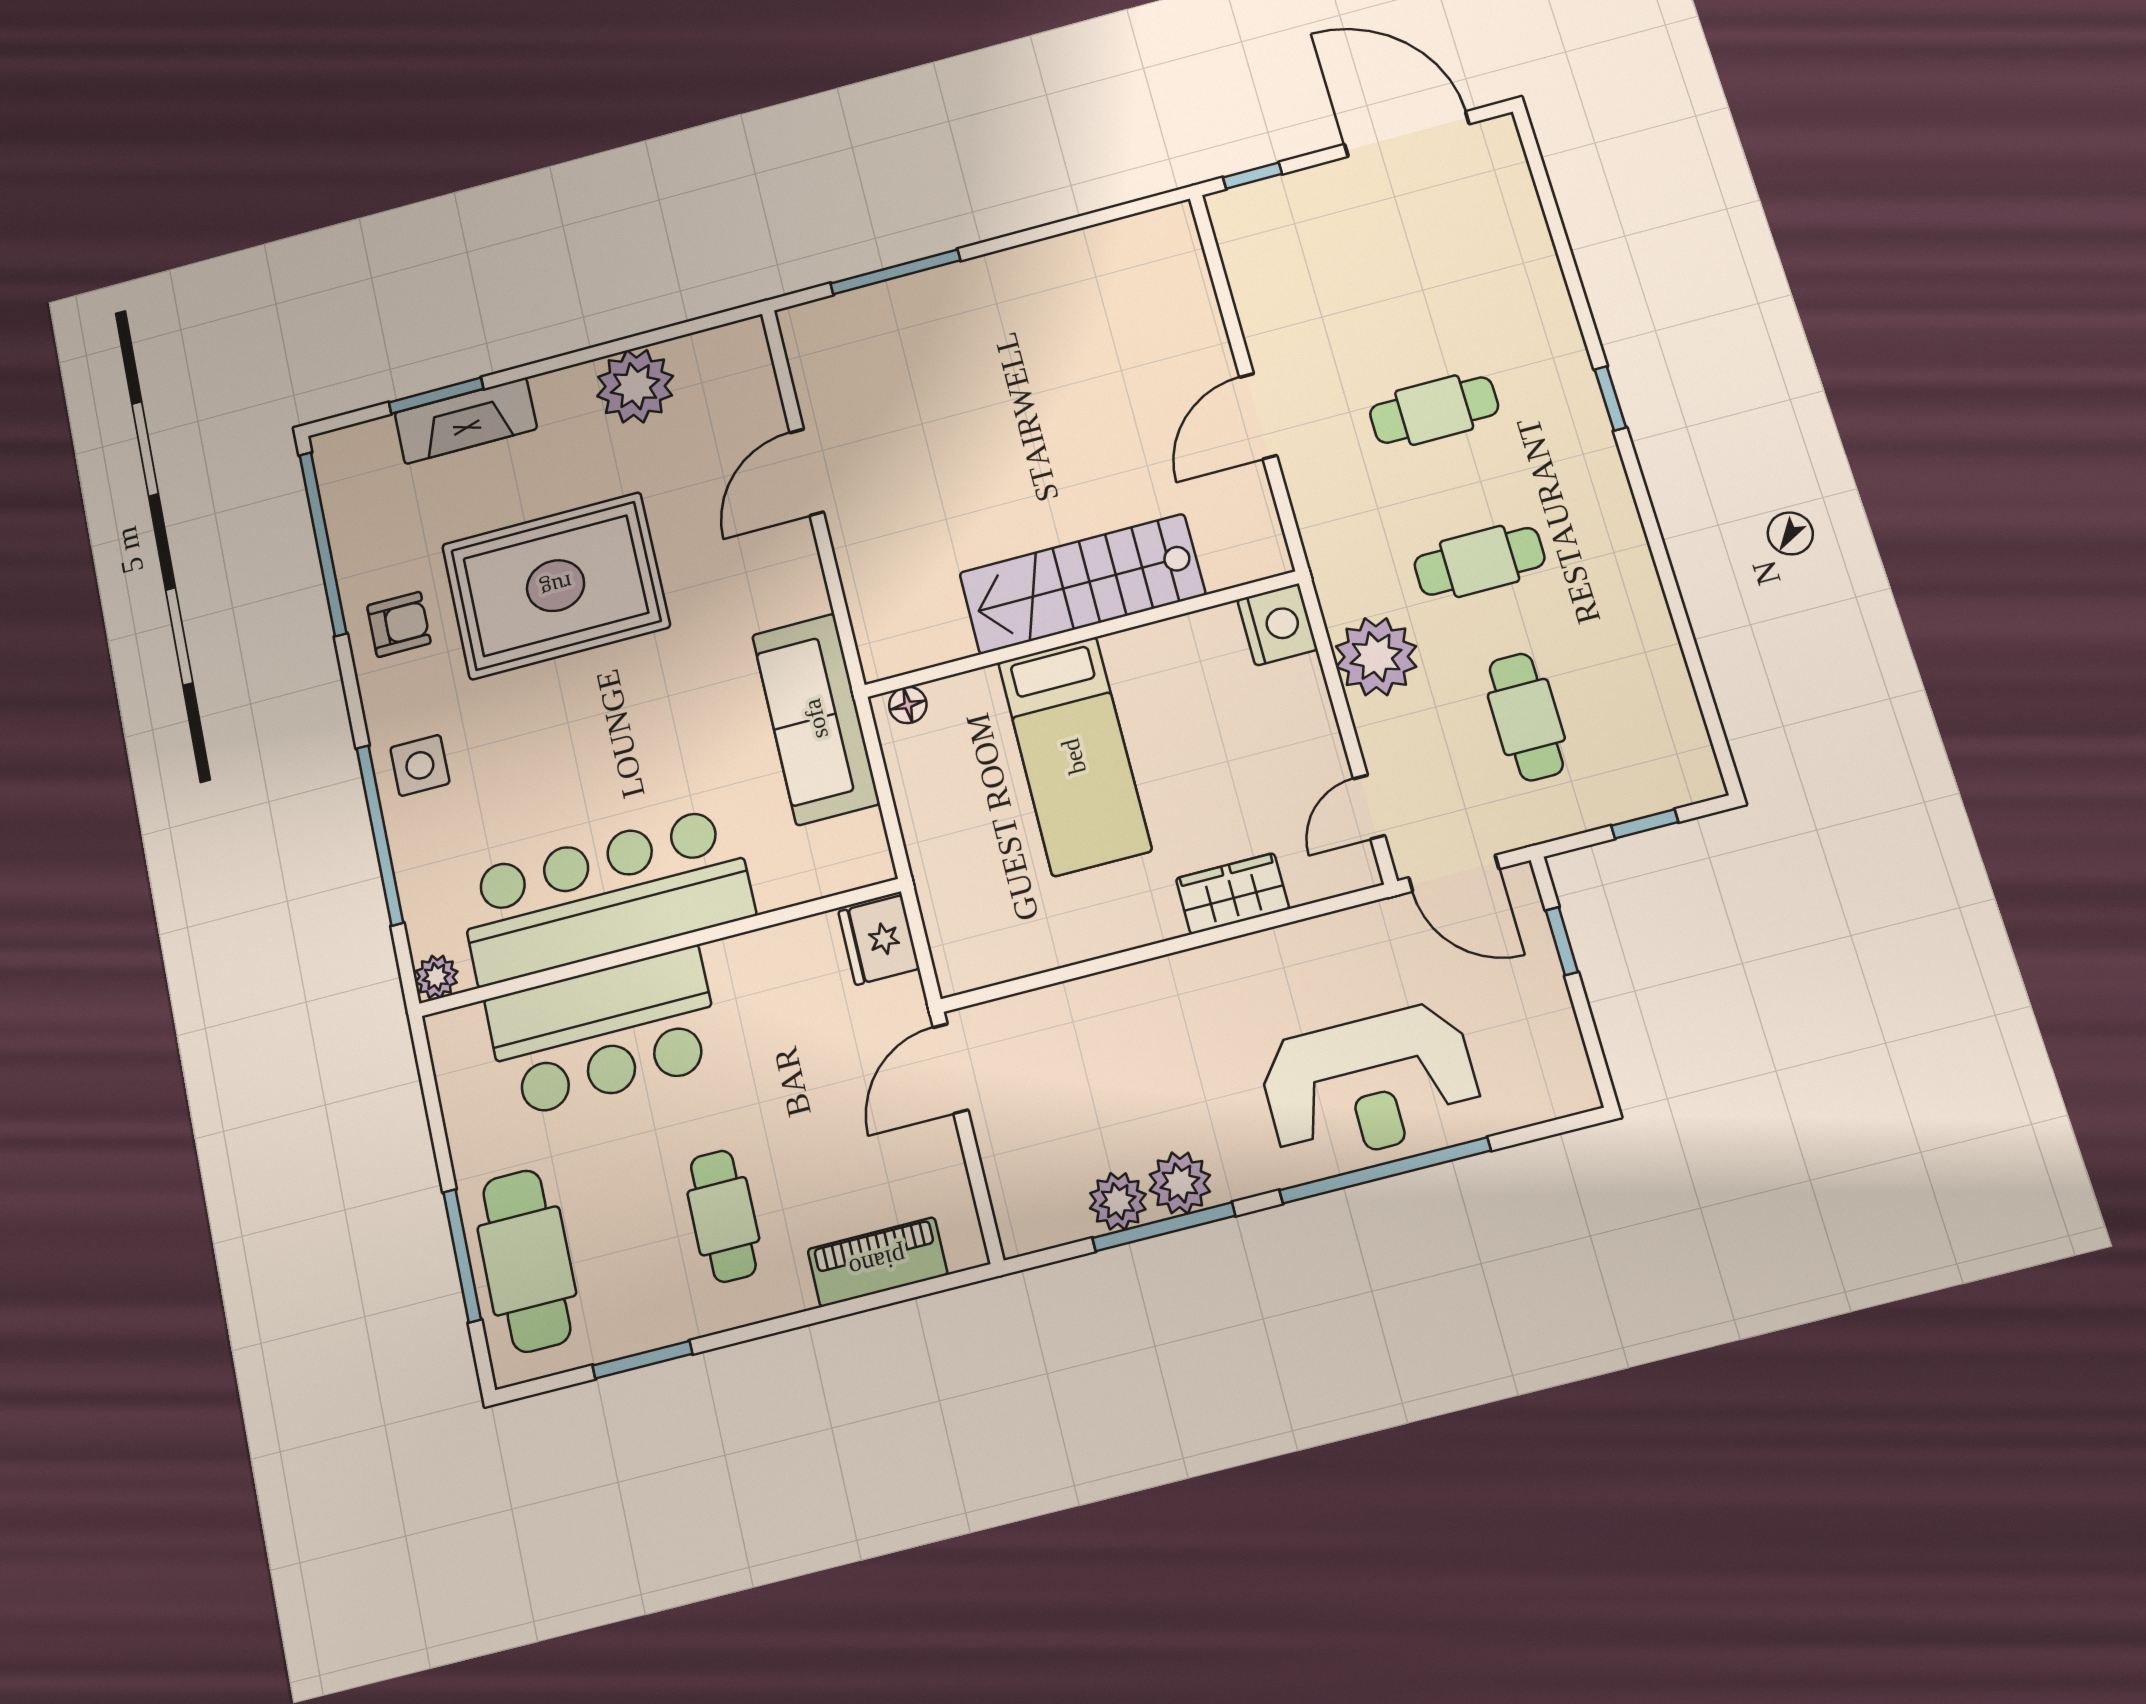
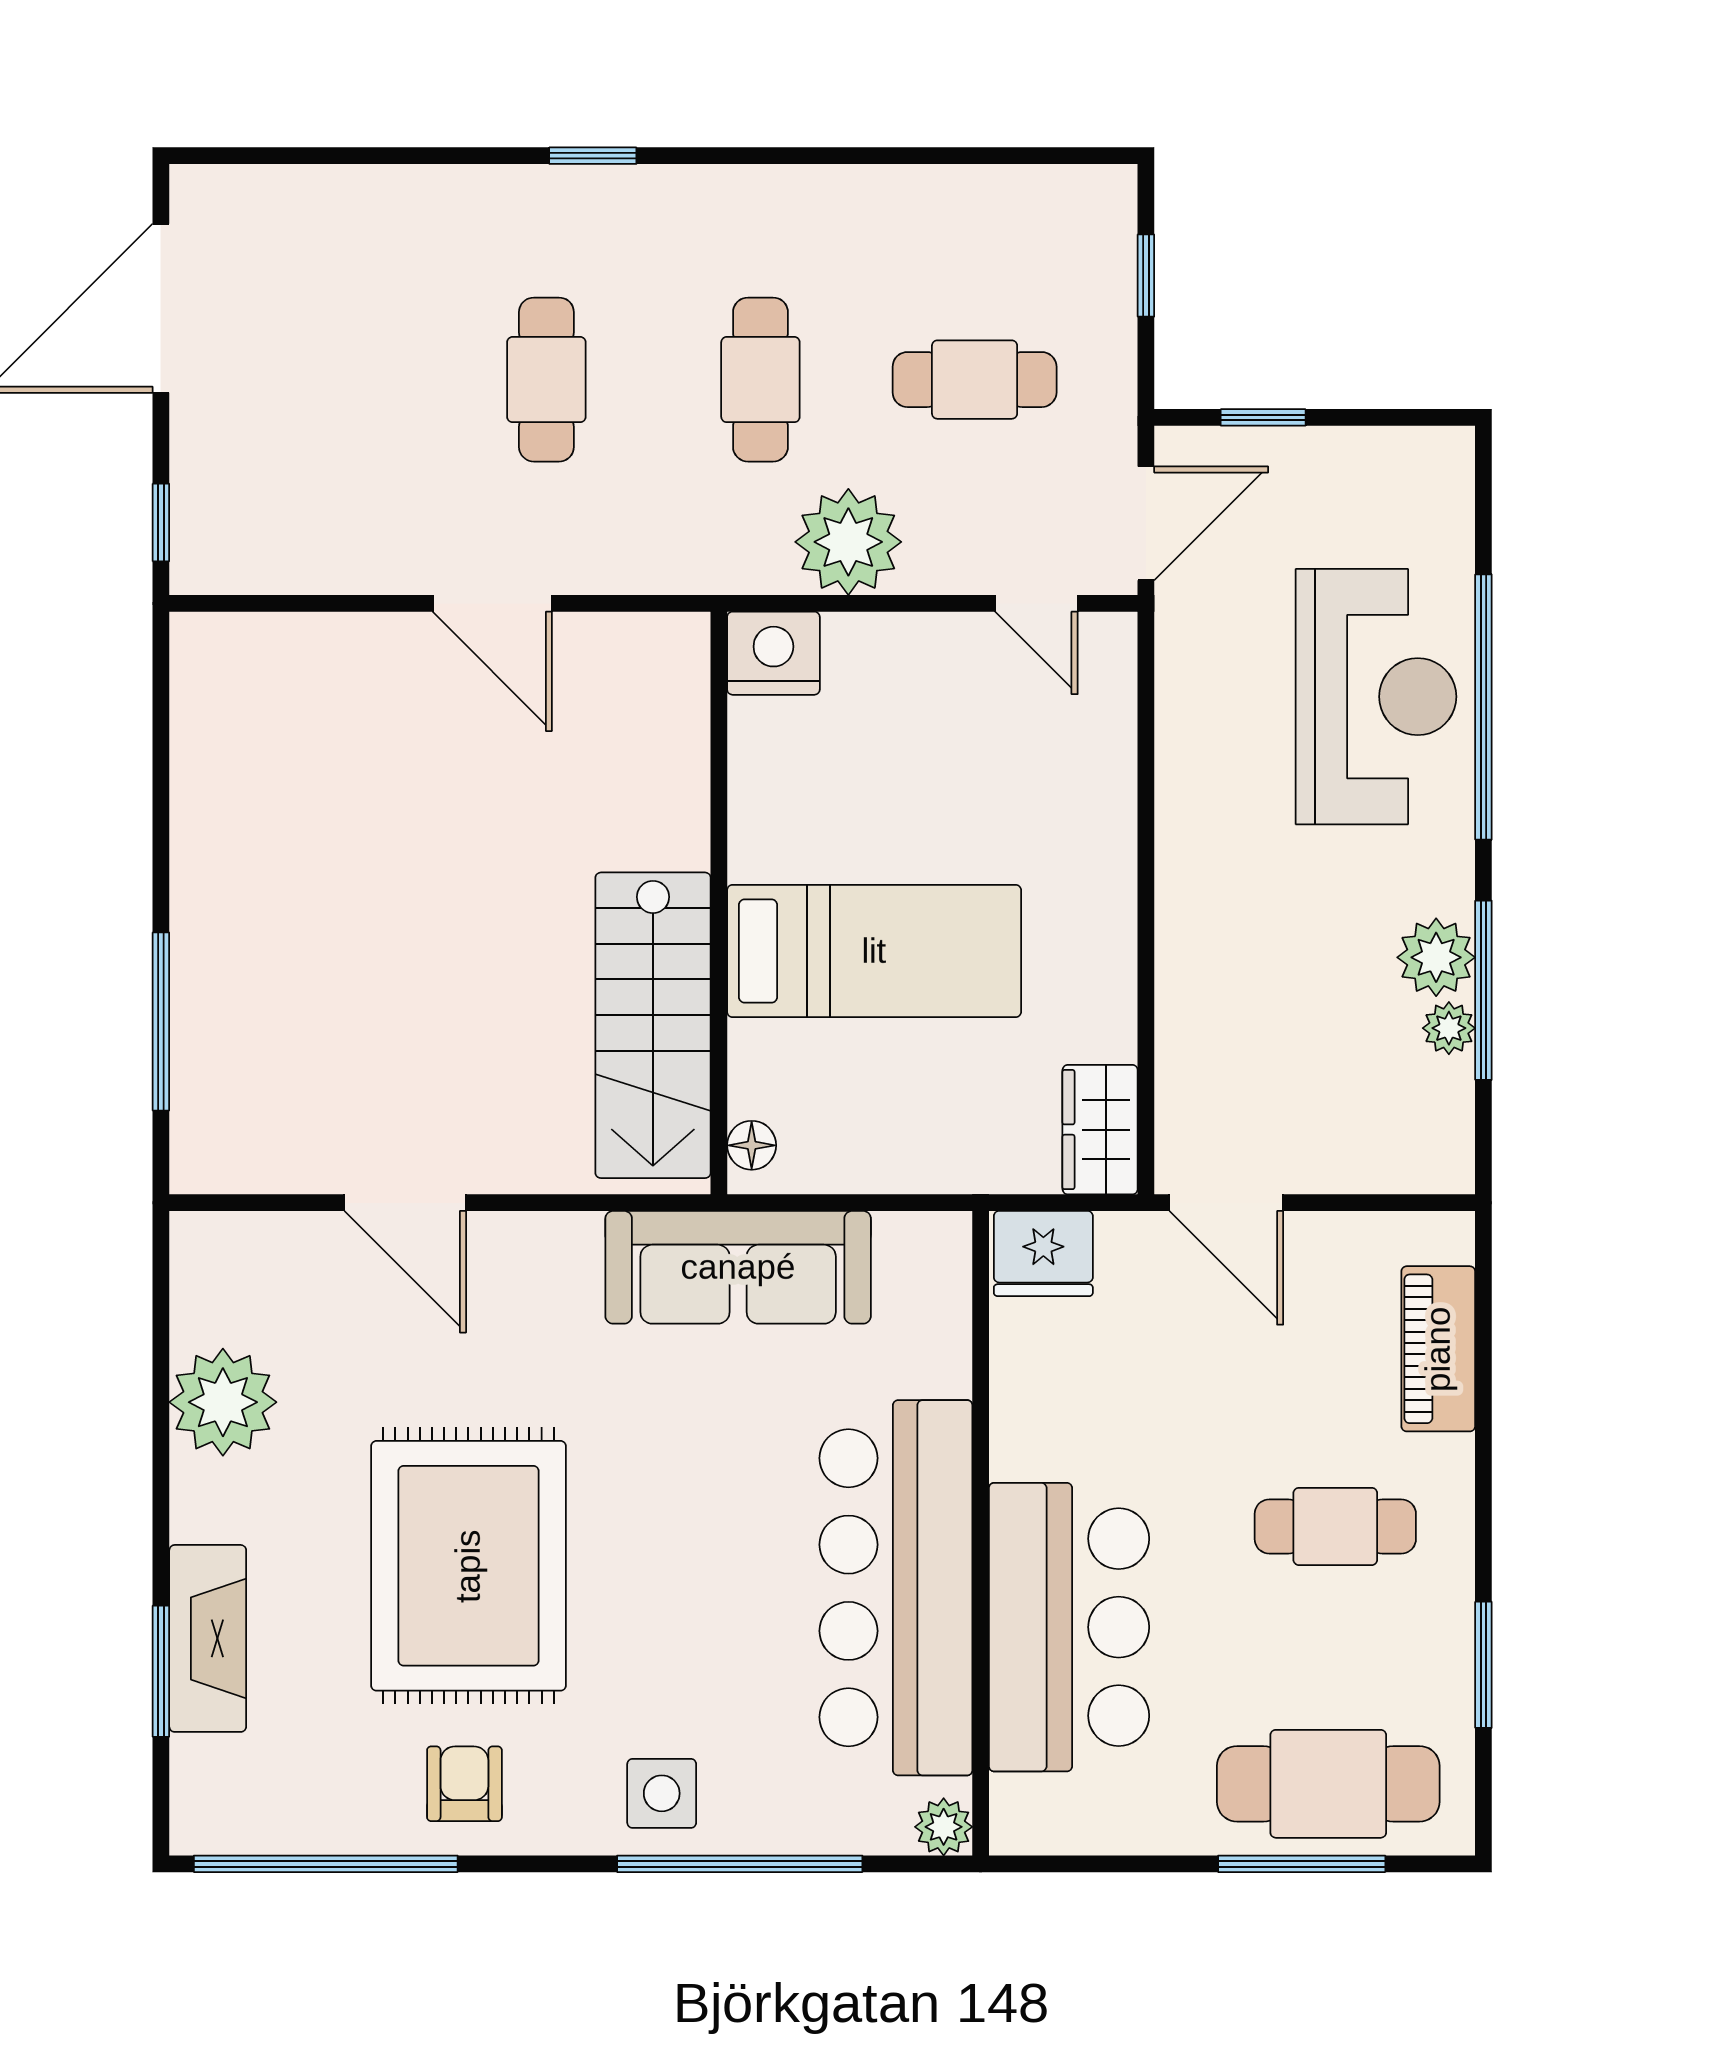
stairs: (1082, 584) -> (653, 1025), moved
wardrobe: (1232, 894) -> (1100, 1130), moved
plant: (1118, 1201) -> (1449, 1028), width x0.73, depth x0.73

